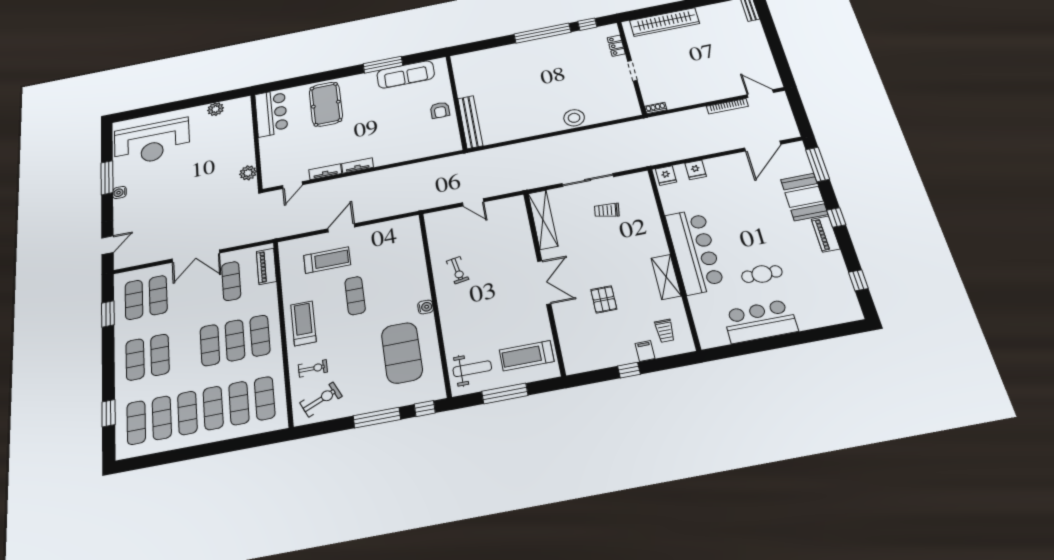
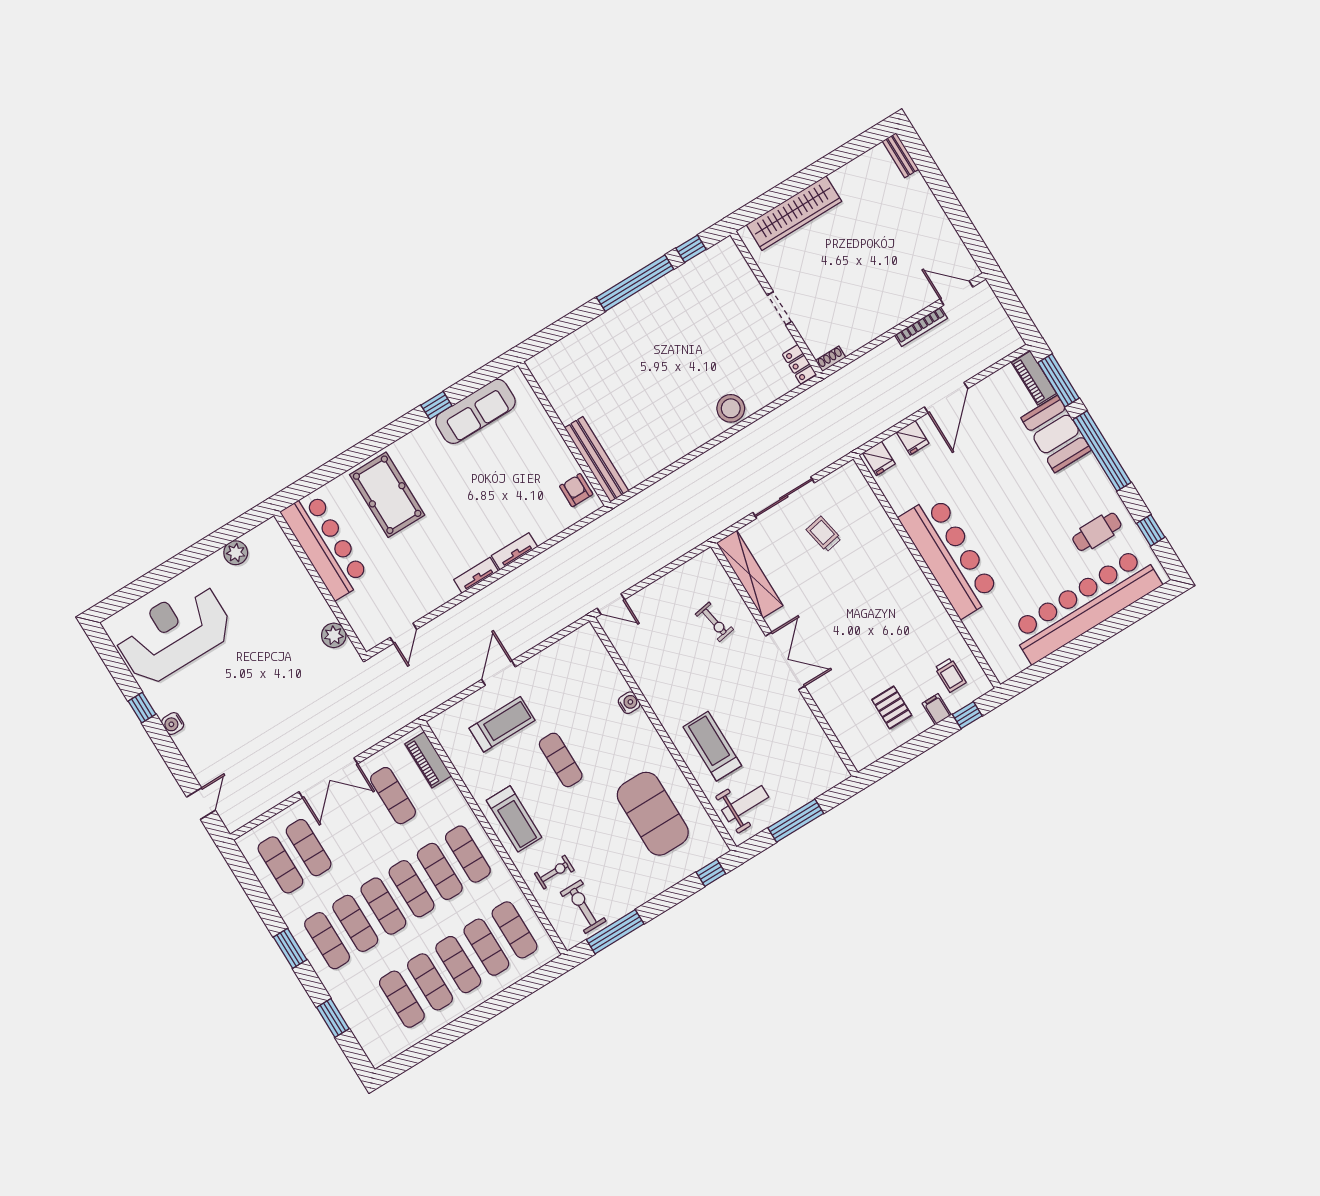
locker: (616, 46) -> (799, 364), moved
window: (383, 65) -> (436, 405), width x0.46
armchair: (440, 110) -> (576, 490), moved, turned 180
bar counter: (271, 113) -> (325, 545), width x1.36
reception desk: (152, 142) -> (174, 633), turned 180
door: (763, 146) -> (946, 398), moved
tv unit: (325, 172) -> (515, 551), moved
window: (107, 178) -> (142, 708), width x0.46
door: (473, 202) -> (611, 604), moved
trolley: (607, 210) -> (824, 534), turned 71
window: (836, 217) -> (1102, 451), width x3.17
piano: (826, 234) -> (1034, 378), moved
exercise bike: (458, 270) -> (714, 622), moved
cafe table: (762, 274) -> (1097, 532), moved
shelving: (666, 277) -> (928, 603), removed
pallet: (604, 299) -> (892, 707), moved
water cooler: (426, 307) -> (629, 703), moved
window: (108, 314) -> (290, 948), moved
bar counter: (760, 321) -> (1085, 606), width x1.86
treadmill: (303, 323) -> (514, 819), turned 180
treadmill: (527, 356) -> (712, 746), moved, turned 90
window: (629, 370) -> (967, 715), moved
exercise bike: (321, 400) -> (583, 907), turned -66
window: (377, 418) -> (615, 932), moved
exercise mat: (136, 423) -> (383, 906), moved

